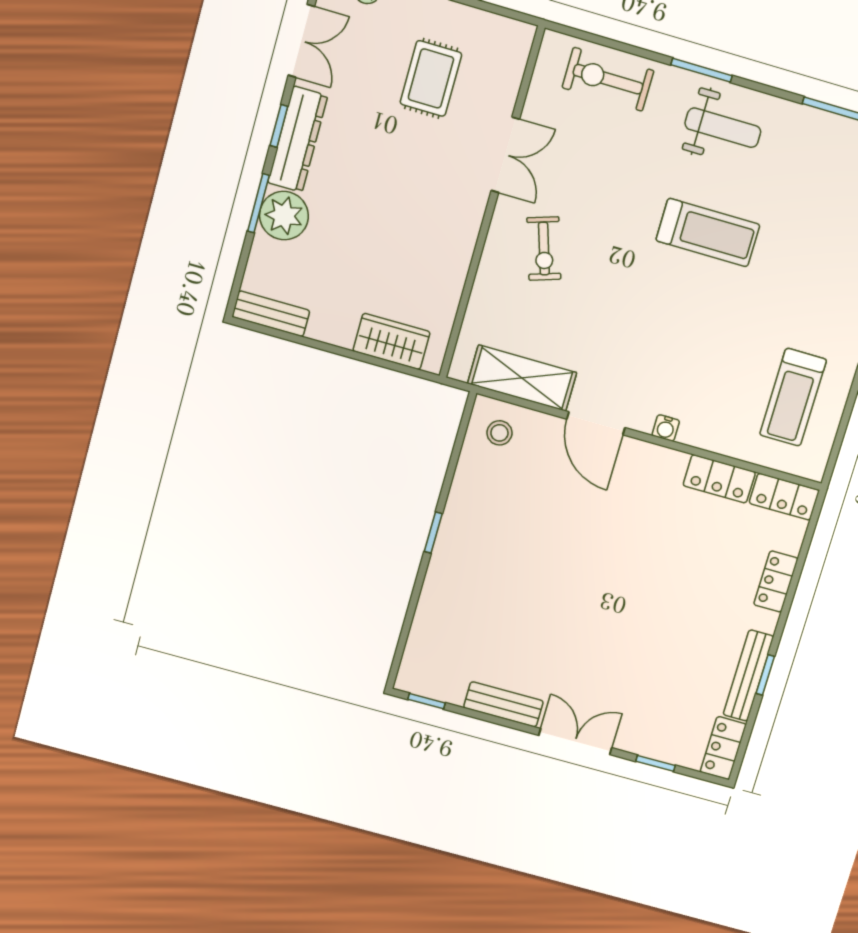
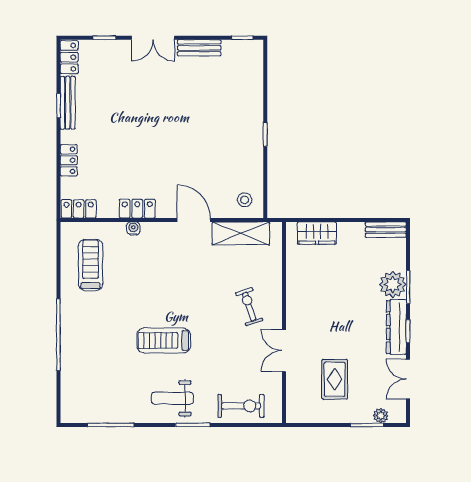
water cooler: (666, 428) -> (133, 228), moved
locker: (719, 479) -> (137, 209), moved

